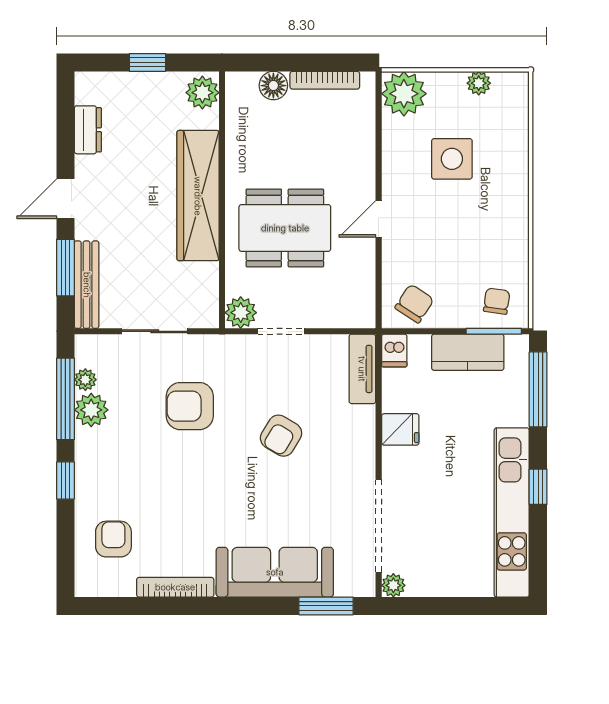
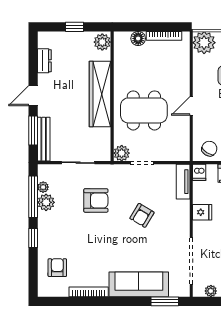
armchair: (190, 406) -> (96, 200), turned 180
plant: (393, 585) -> (211, 291), moved

